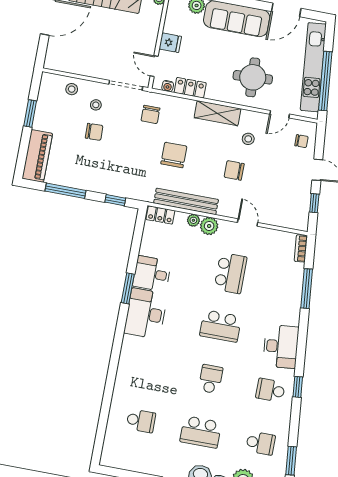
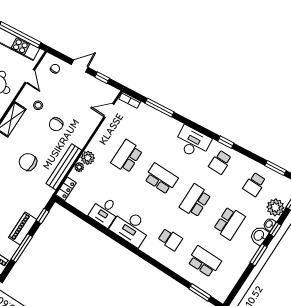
piano: (90, 182) -> (23, 228), added
door: (248, 222) -> (109, 110), moved
school desk: (230, 273) -> (127, 156), turned -90
window: (128, 288) -> (200, 292), moved
school desk: (221, 326) -> (161, 179), turned -90
school desk: (151, 368) -> (170, 239), added
school desk: (211, 379) -> (195, 201), width x1.85
school desk: (141, 421) -> (204, 262), width x1.85
school desk: (261, 443) -> (254, 184), turned 180

